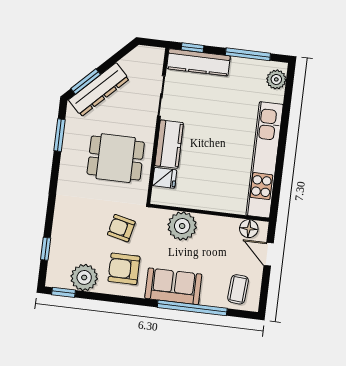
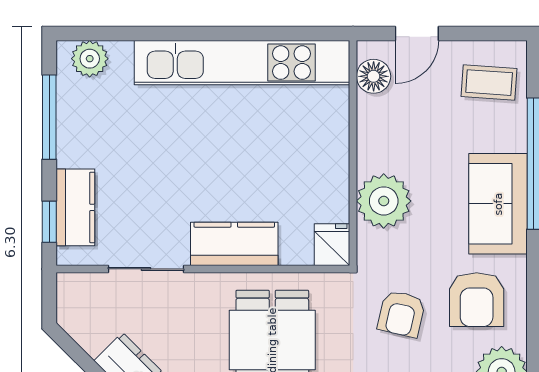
kitchen counter: (198, 62) -> (75, 207), width x0.67
fridge: (165, 178) -> (332, 245), moved

